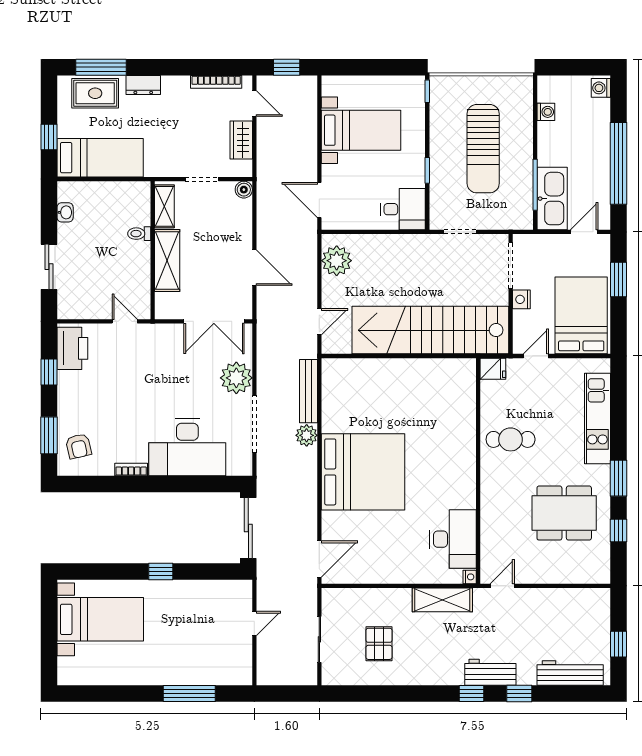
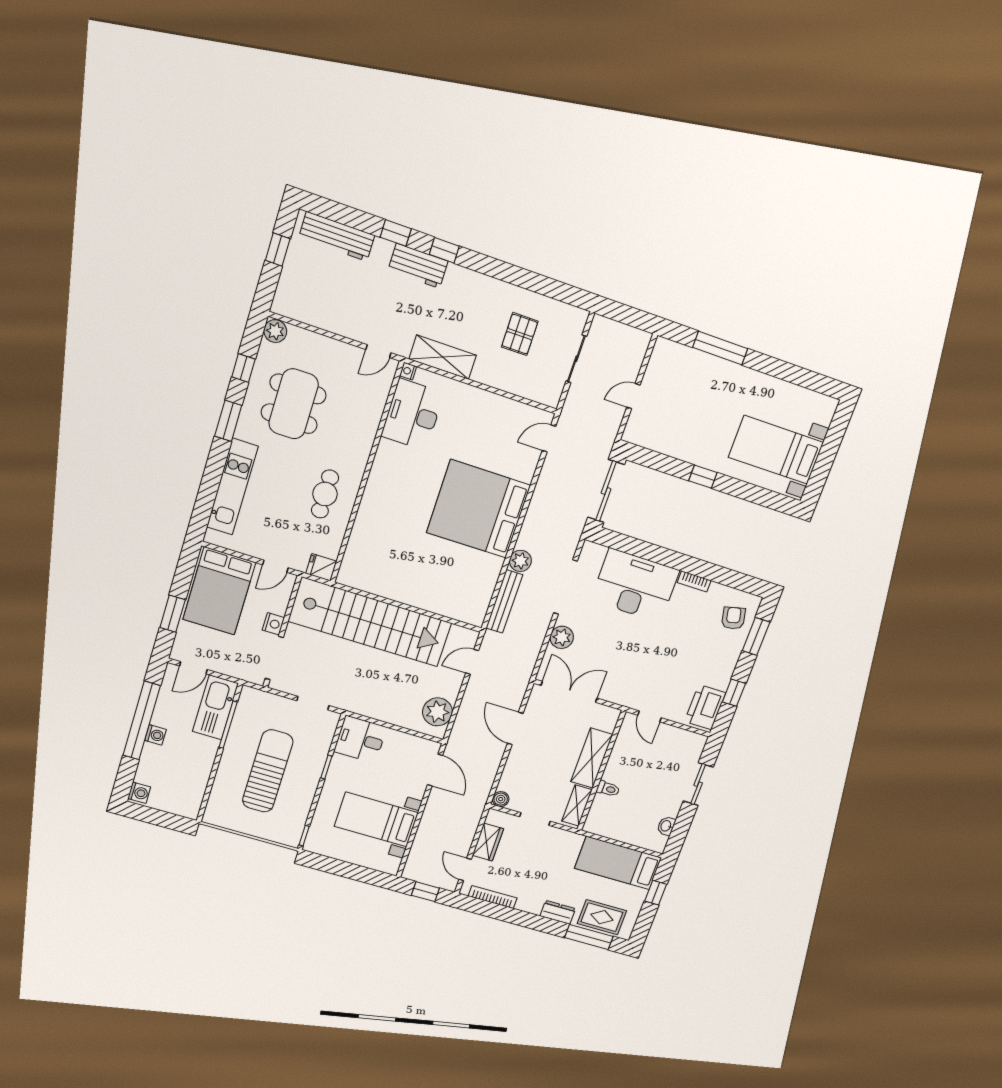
washing machine: (546, 112) -> (155, 735), moved, turned 180
plant: (236, 378) -> (562, 637), width x0.73, depth x0.73
cafe table: (511, 439) -> (325, 494), turned 90
dining table: (564, 513) -> (294, 404), turned 90
door: (319, 559) -> (549, 438), width x0.73
plant: (600, 573) -> (275, 331), added

